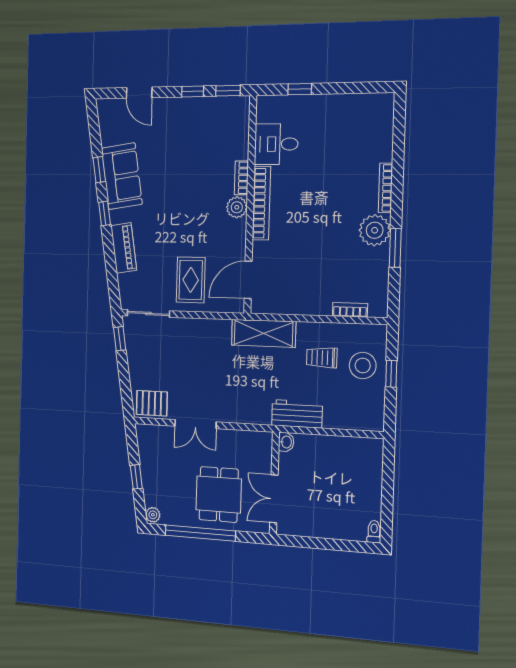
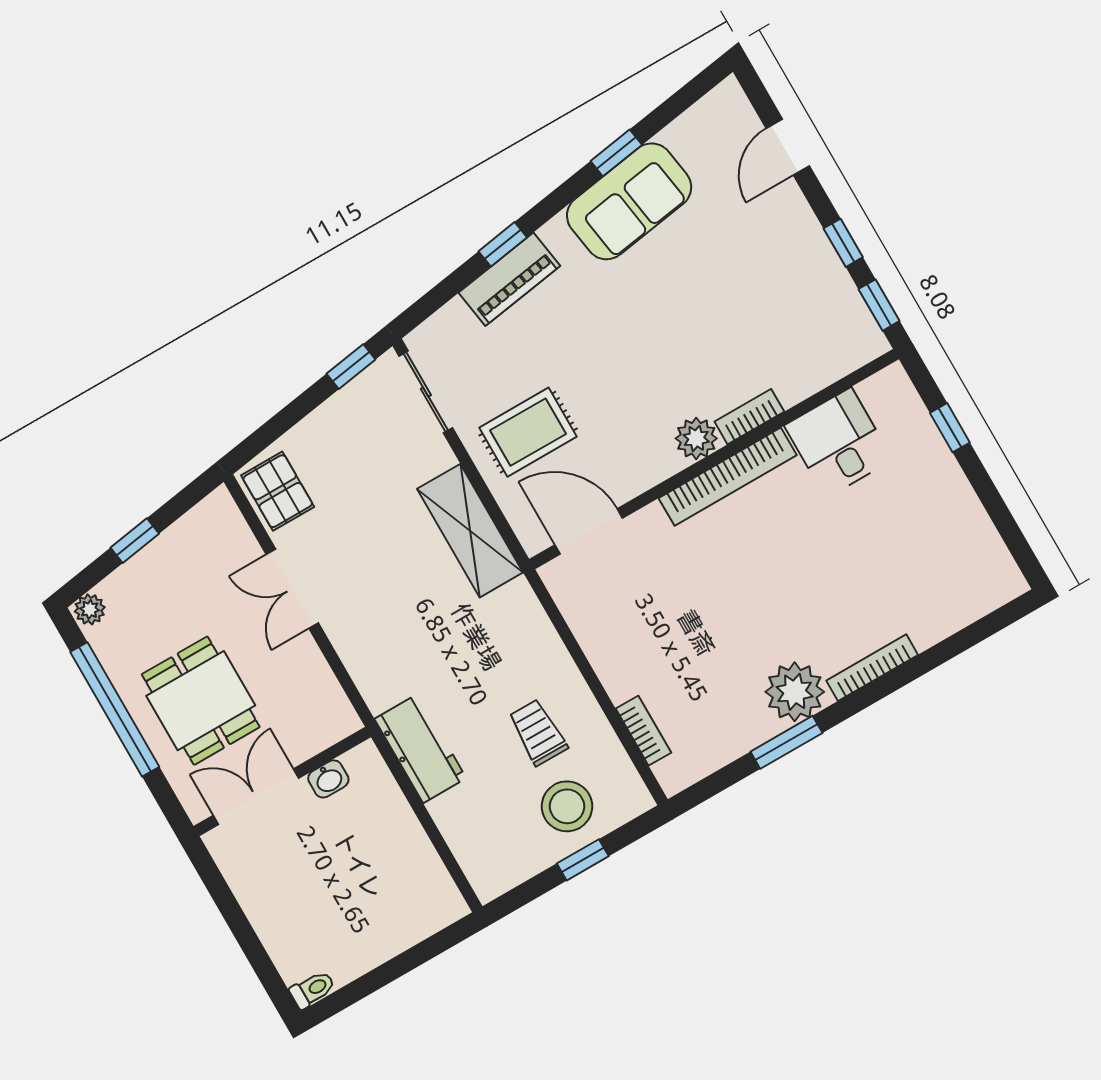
window: (105, 213) -> (503, 244), moved
shelving: (264, 333) -> (470, 531), moved
washbasin: (286, 442) -> (328, 779), moved
dining table: (219, 494) -> (201, 701), turned 90

